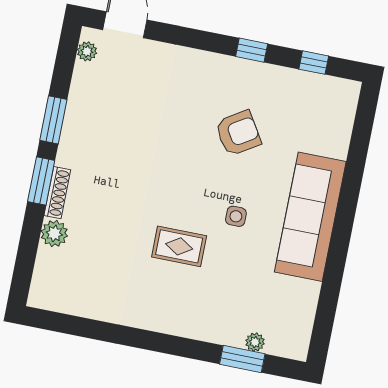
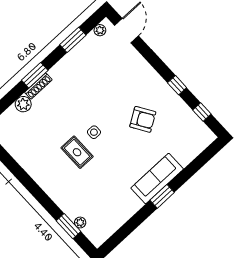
window: (53, 120) -> (73, 40), moved
side table: (236, 216) -> (94, 132), moved
sofa: (310, 217) -> (157, 179), width x0.74, depth x0.79
window: (344, 222) -> (162, 196), added

